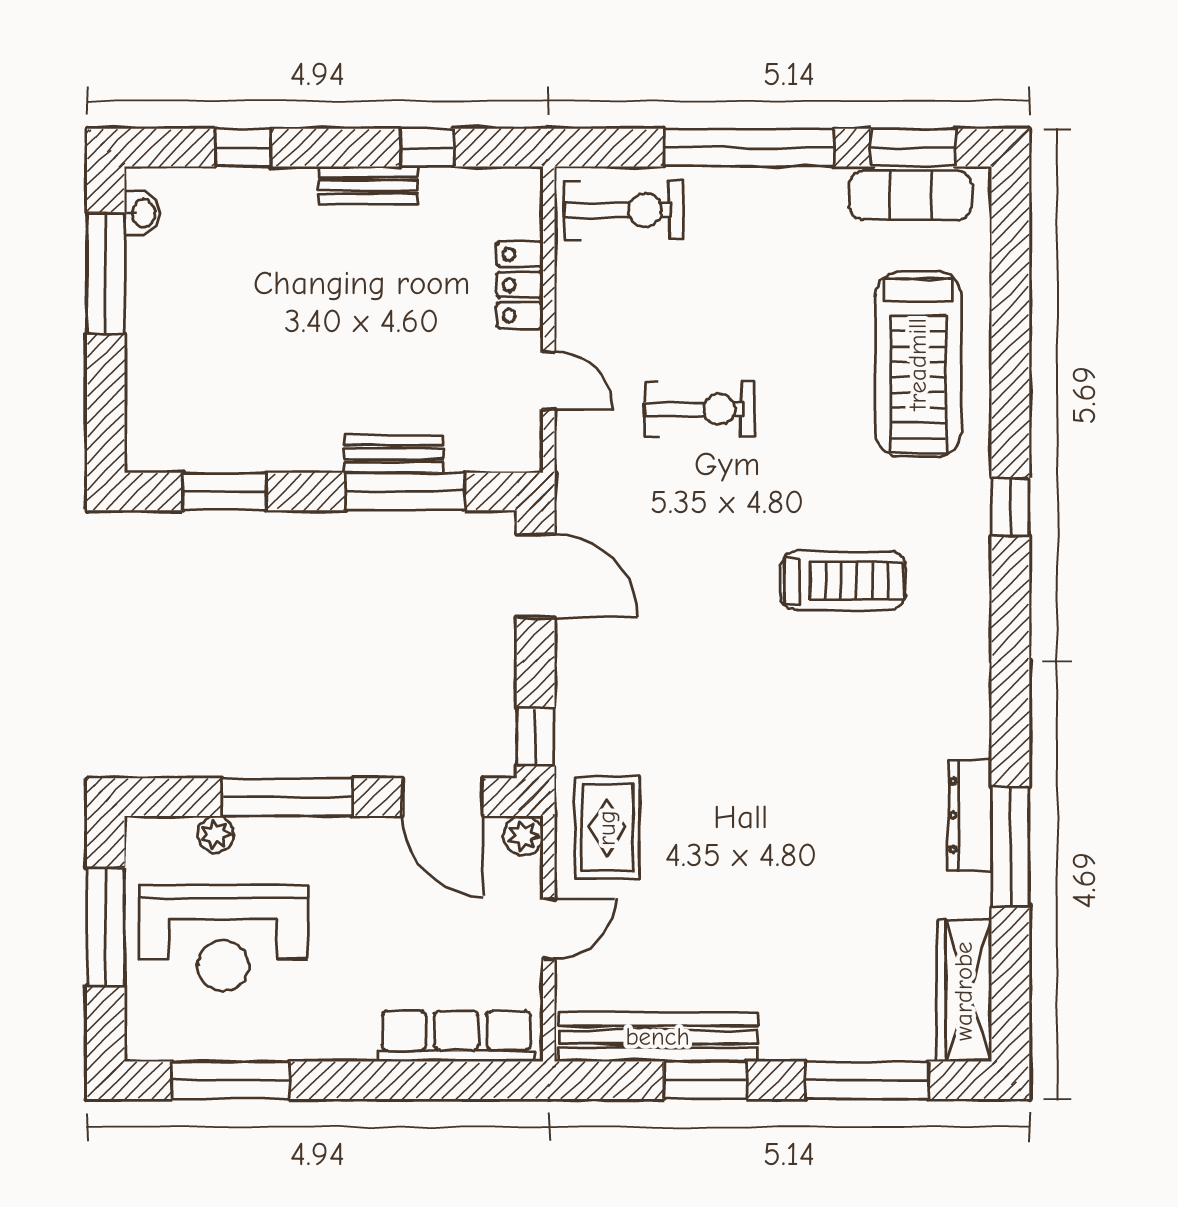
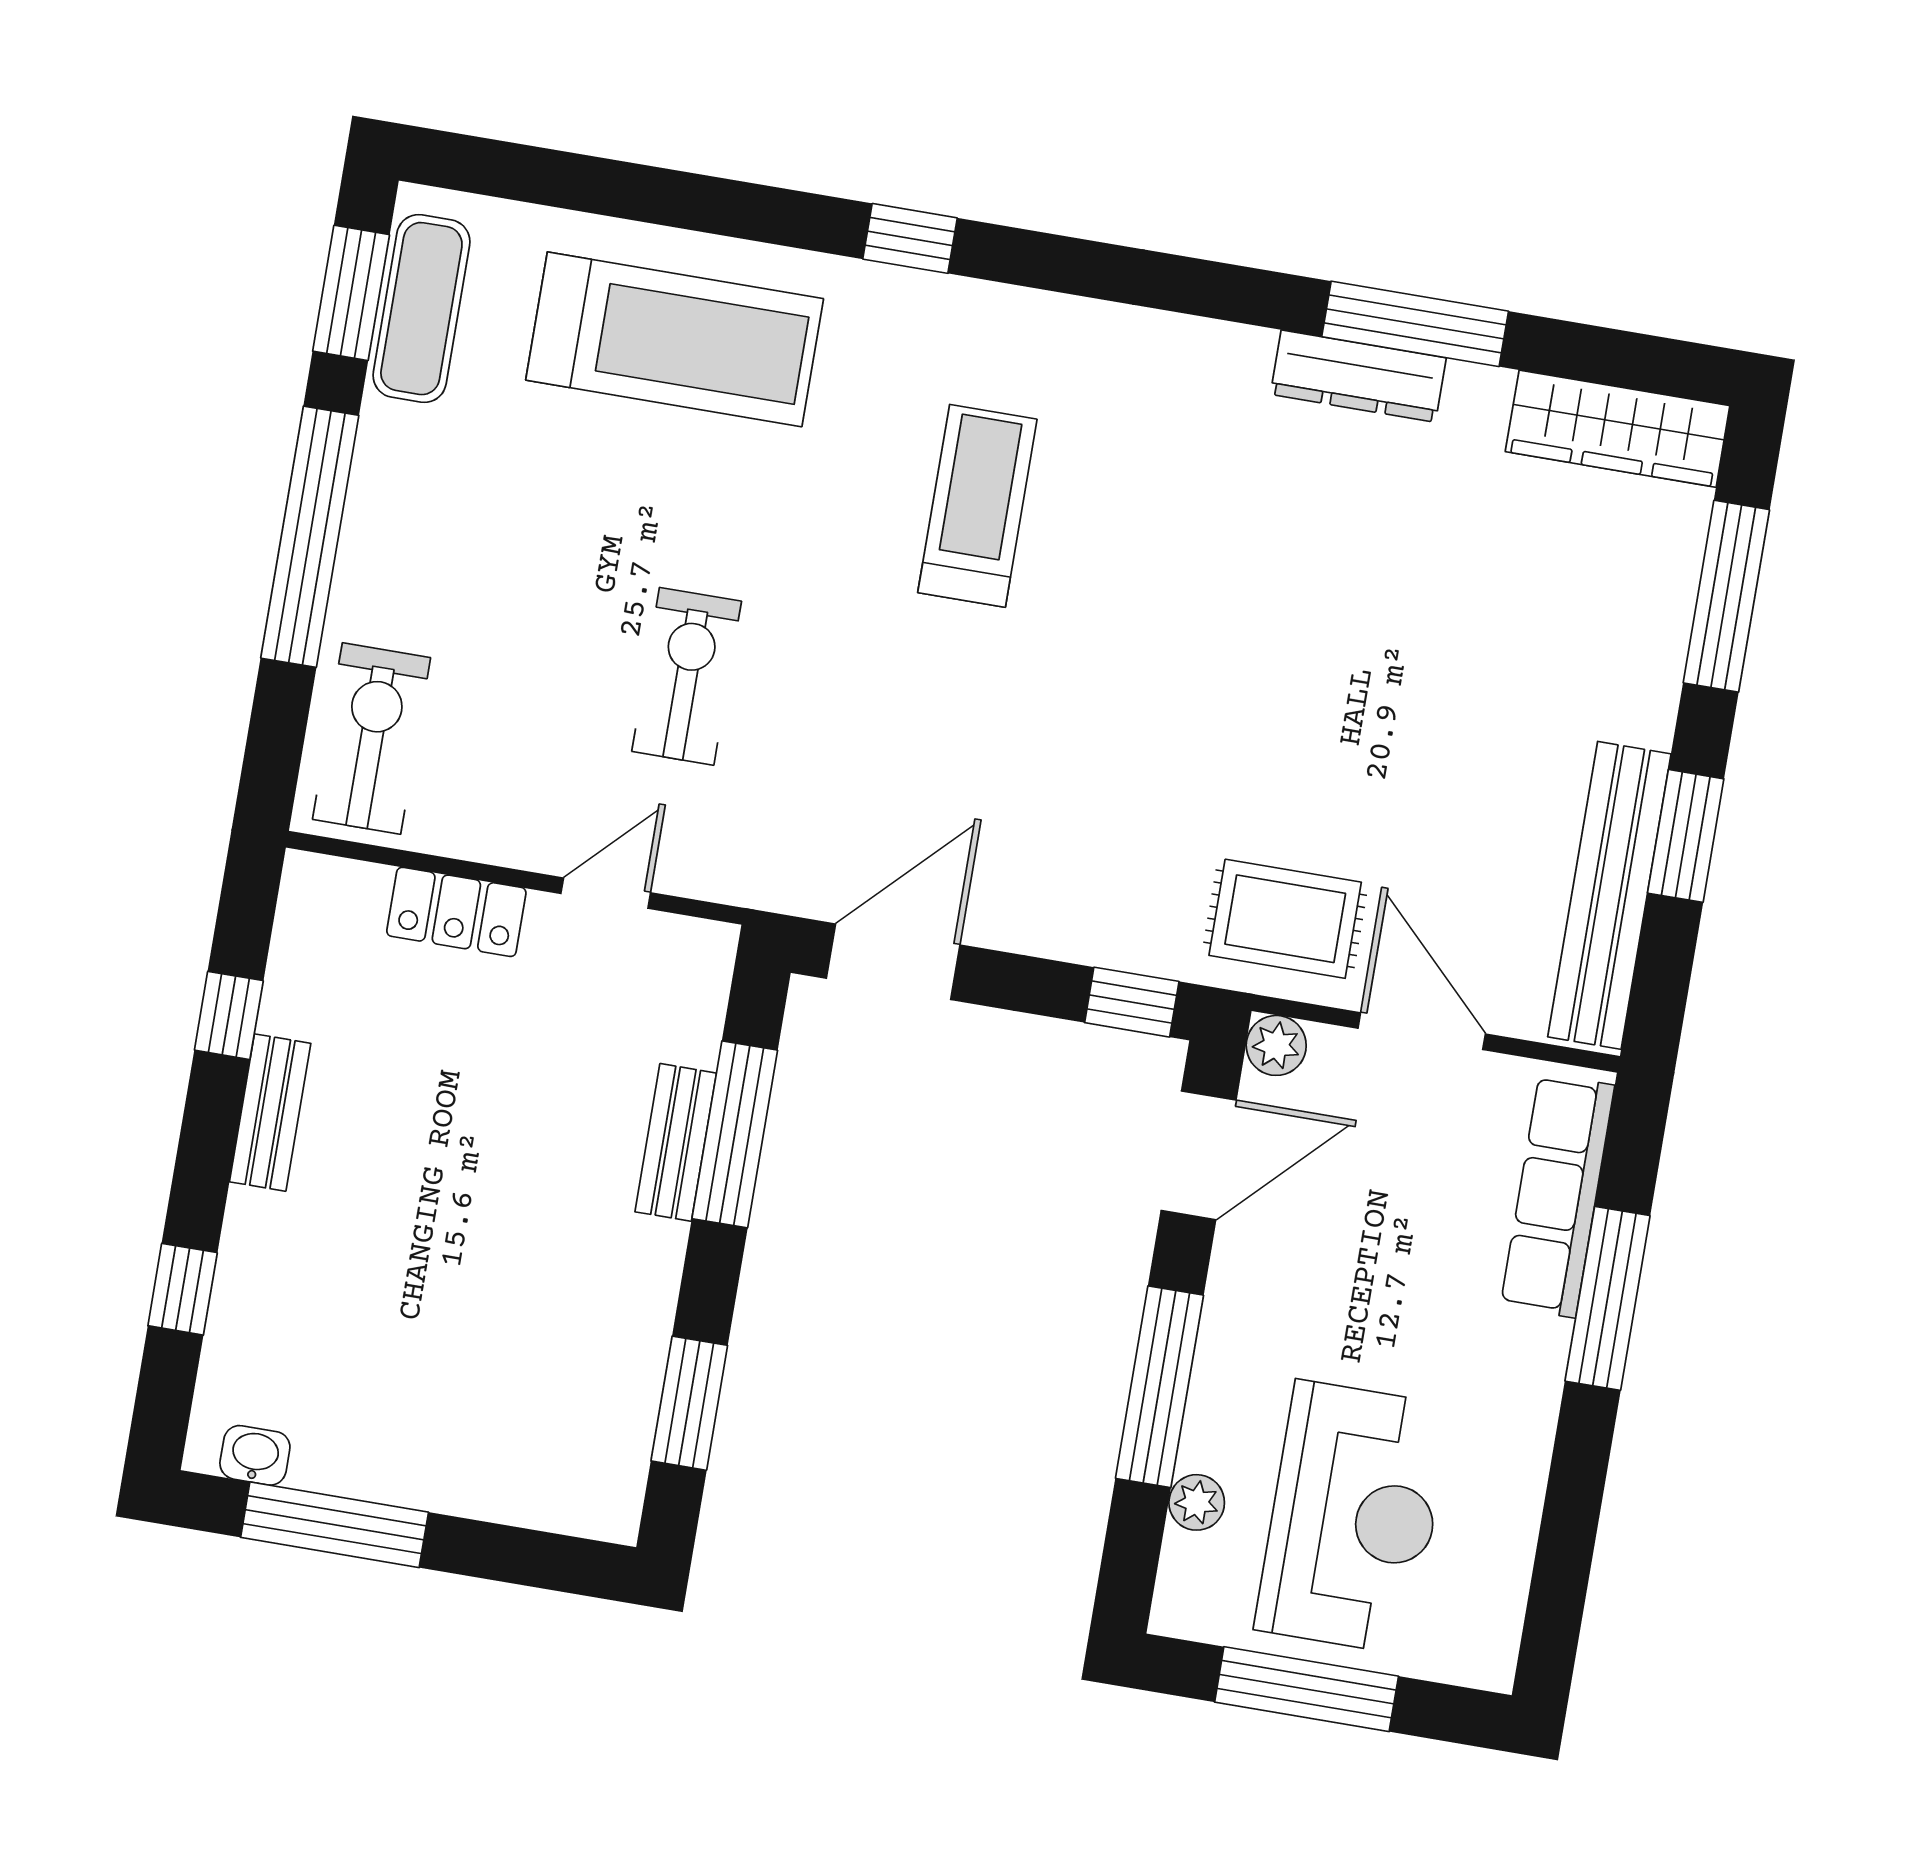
door: (549, 929) -> (1422, 1031), width x1.38
window: (230, 1080) -> (1608, 1298), moved

